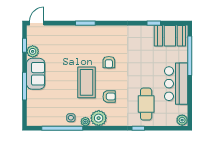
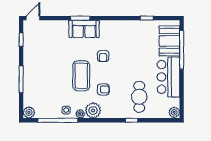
booth: (170, 36) -> (169, 41), moved, turned 90
plant: (33, 51) -> (29, 112), moved
sofa: (36, 74) -> (84, 29), moved, turned 90

